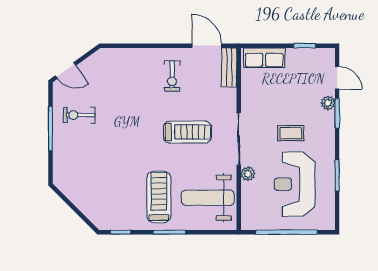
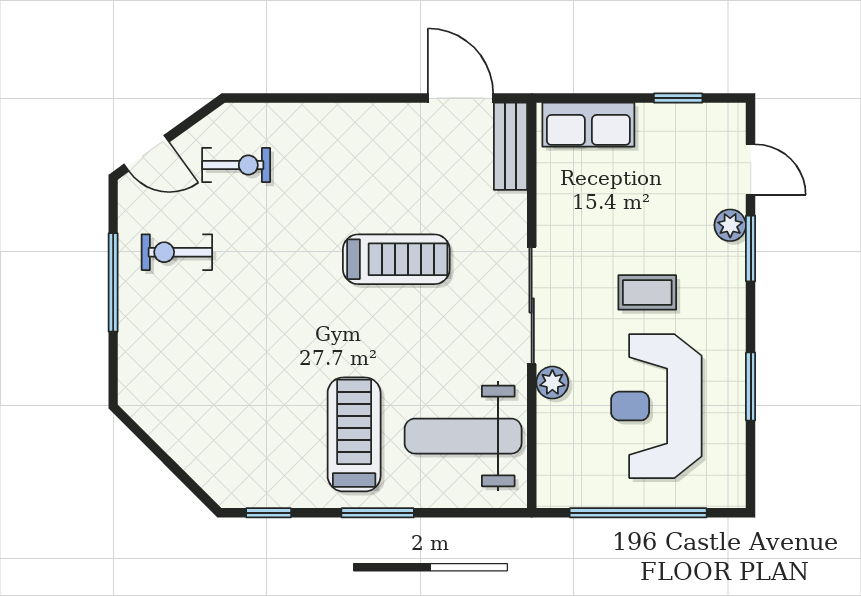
exercise bike: (172, 76) -> (236, 165), moved, turned -90
treadmill: (187, 132) -> (396, 259), moved

